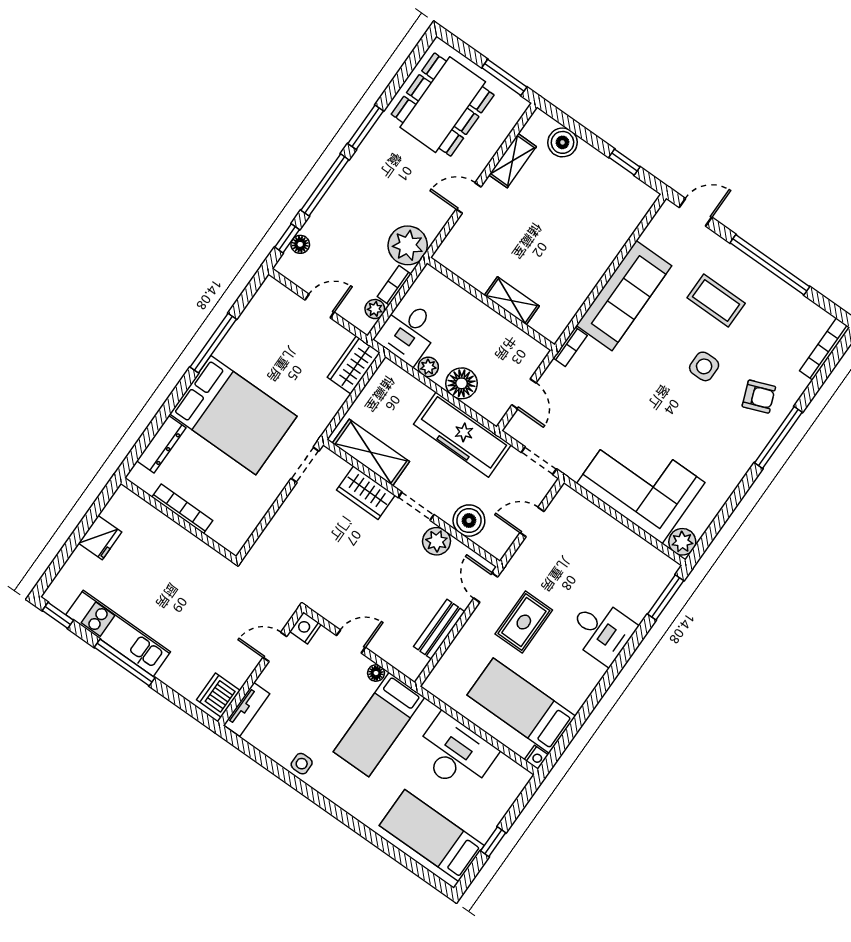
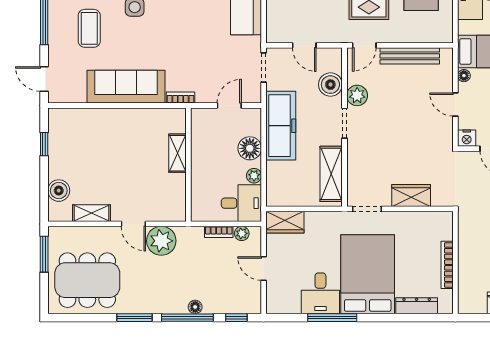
floor lamp: (300, 244) -> (195, 307), moved
plant: (408, 245) -> (161, 241), moved
desk: (249, 349) -> (320, 293), added
wardrobe: (366, 493) -> (411, 196), moved, turned -90
bench: (439, 629) -> (410, 56), width x1.36

